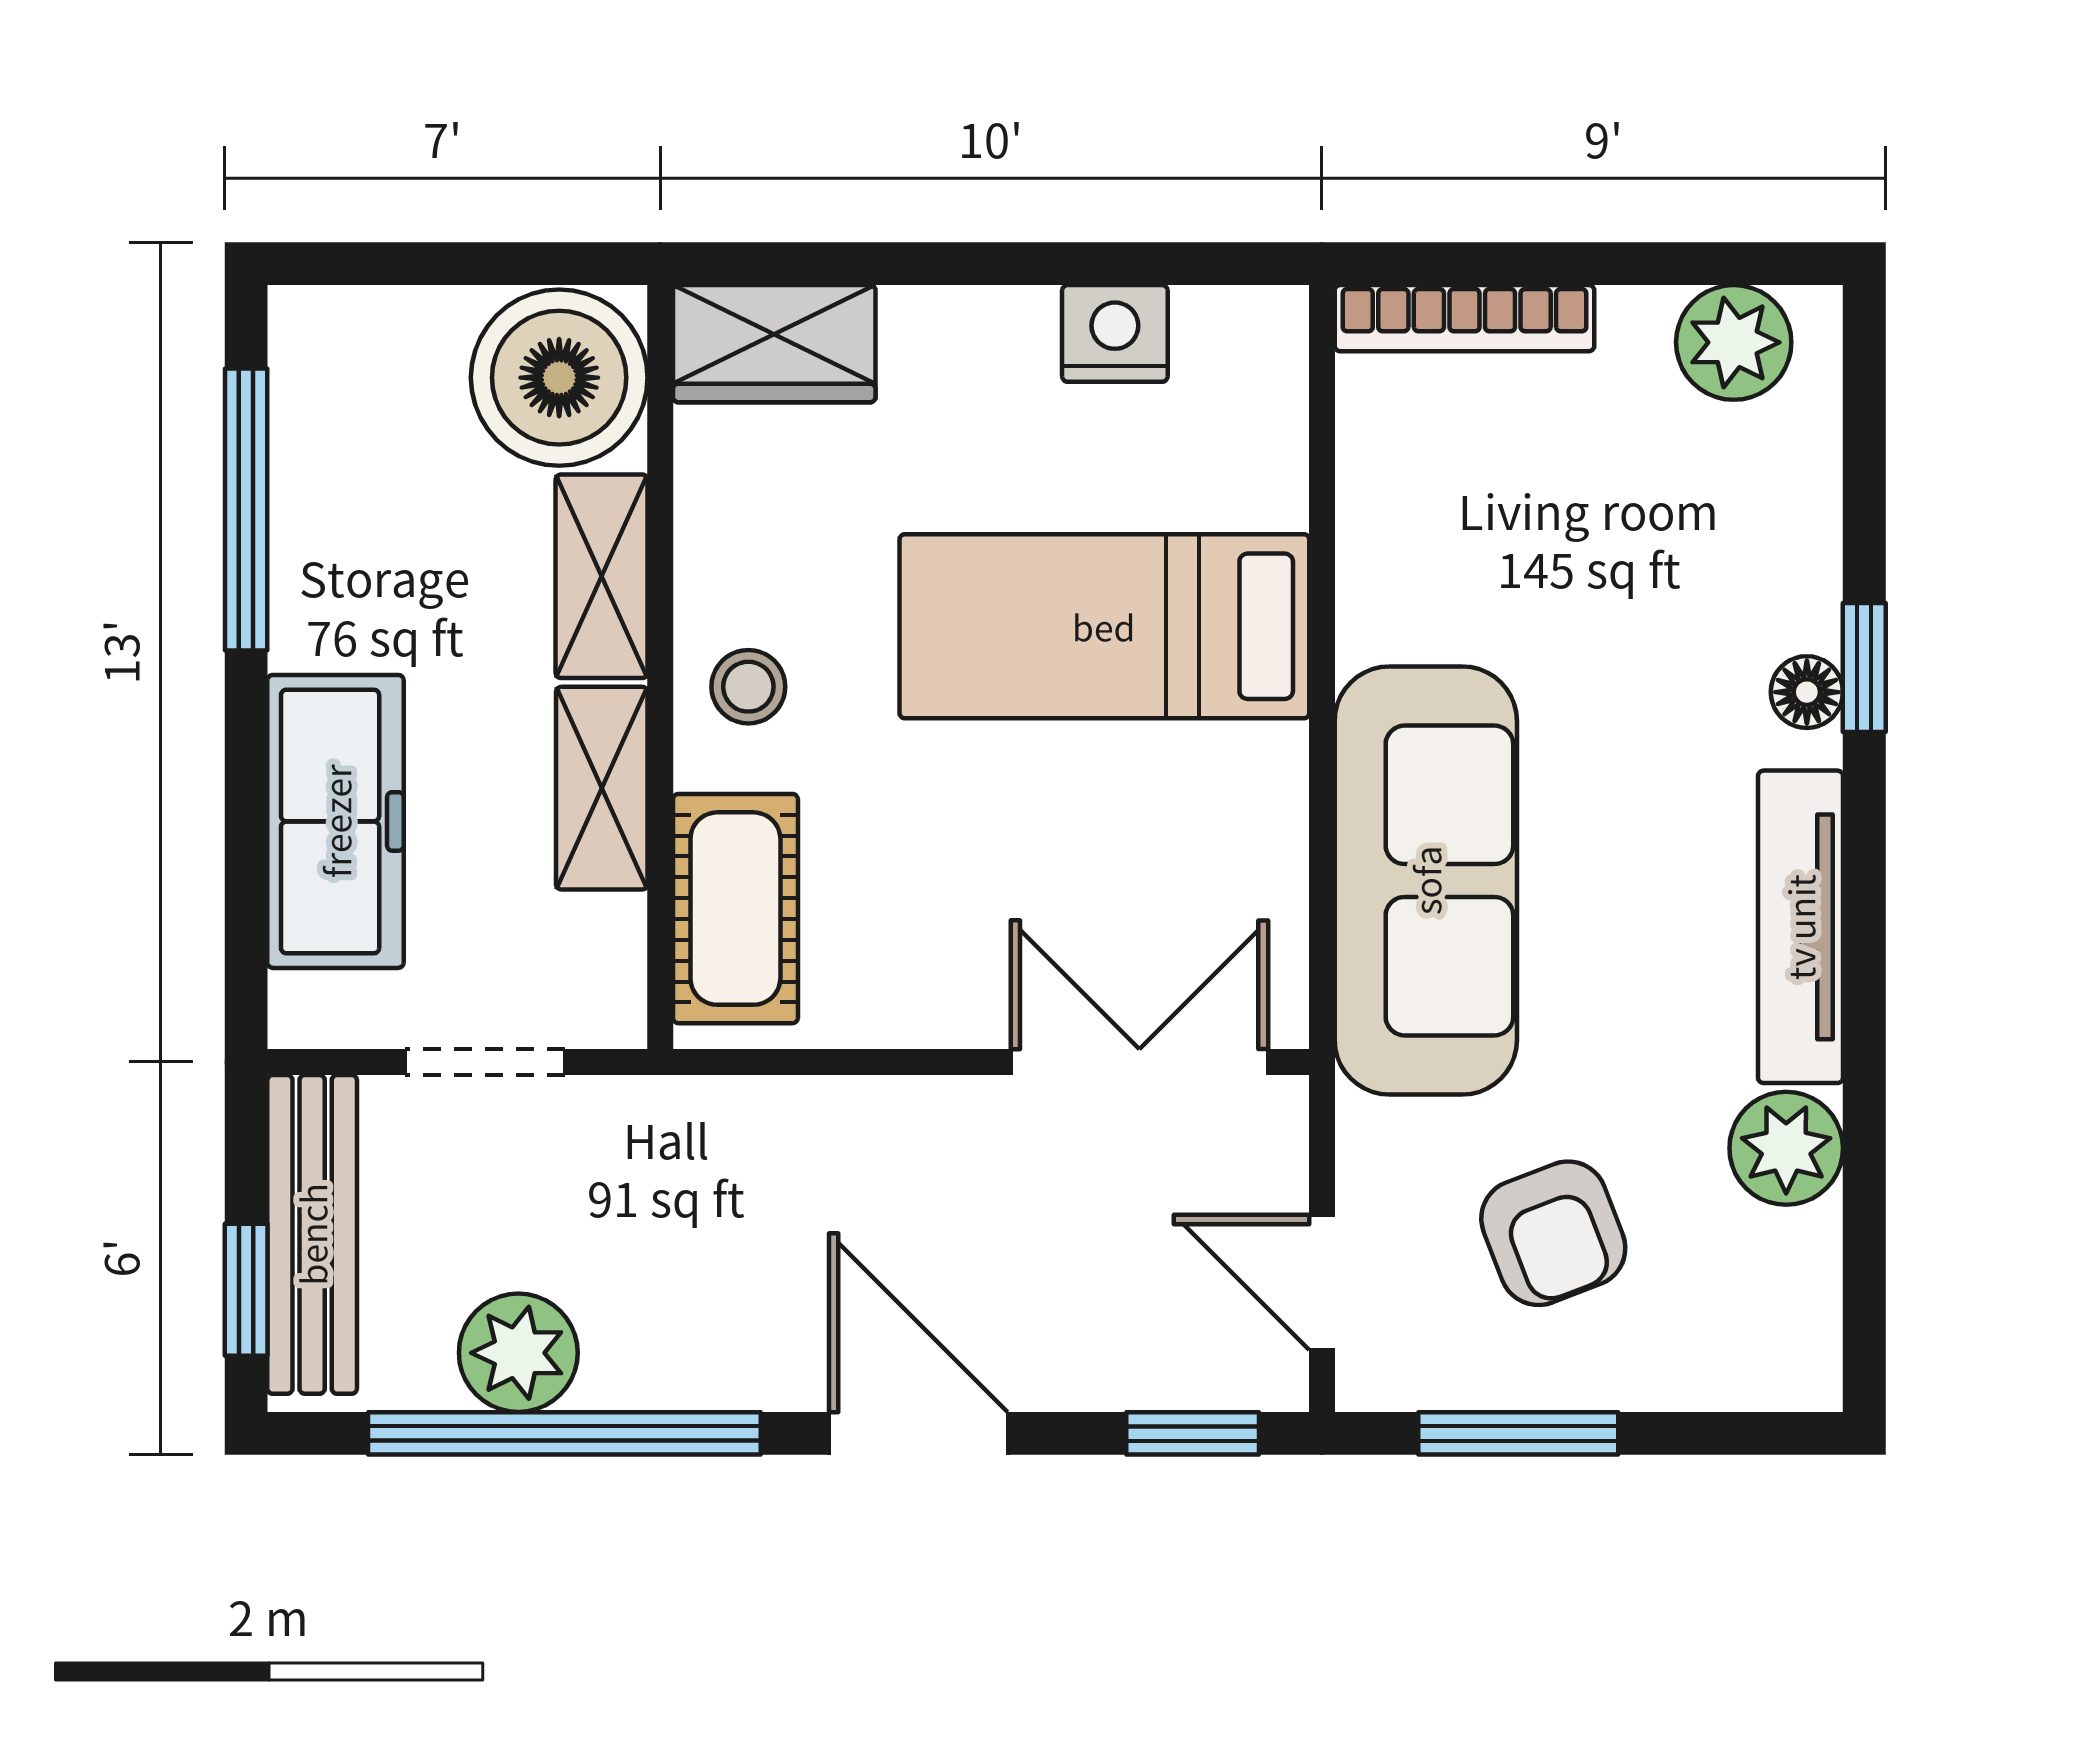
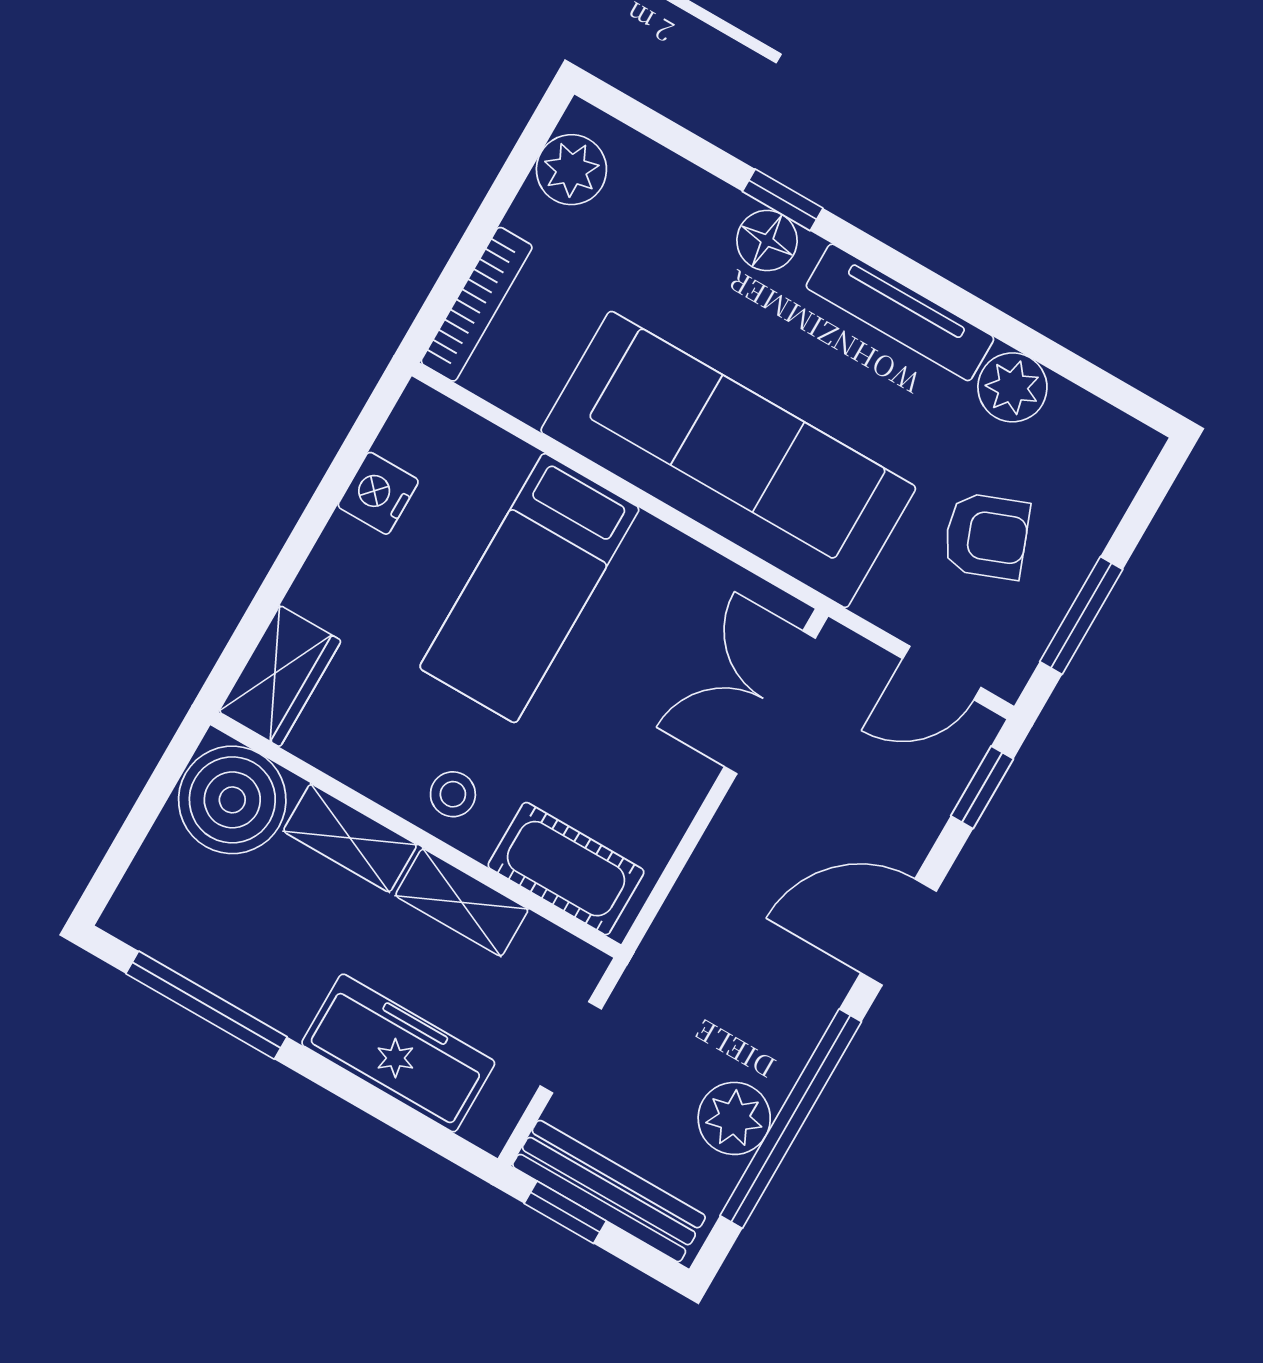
floor lamp: (1807, 692) -> (767, 241), width x1.37, depth x1.37
sofa: (1426, 880) -> (728, 459), width x1.36, depth x1.27
window: (246, 1290) -> (565, 1212), moved

